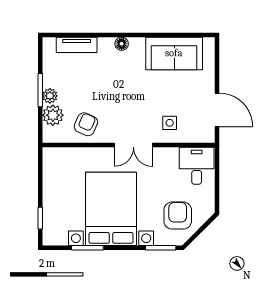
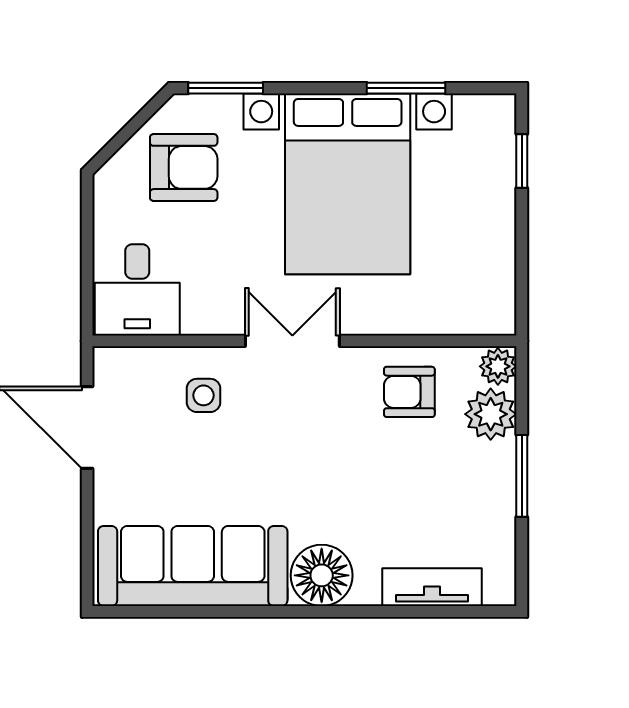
floor lamp: (122, 44) -> (322, 575), width x1.89, depth x1.89
sofa: (174, 53) -> (193, 566), width x1.36
plant: (50, 96) -> (498, 366), moved
armchair: (86, 124) -> (409, 392), turned 66
armchair: (178, 216) -> (184, 167), turned -90

